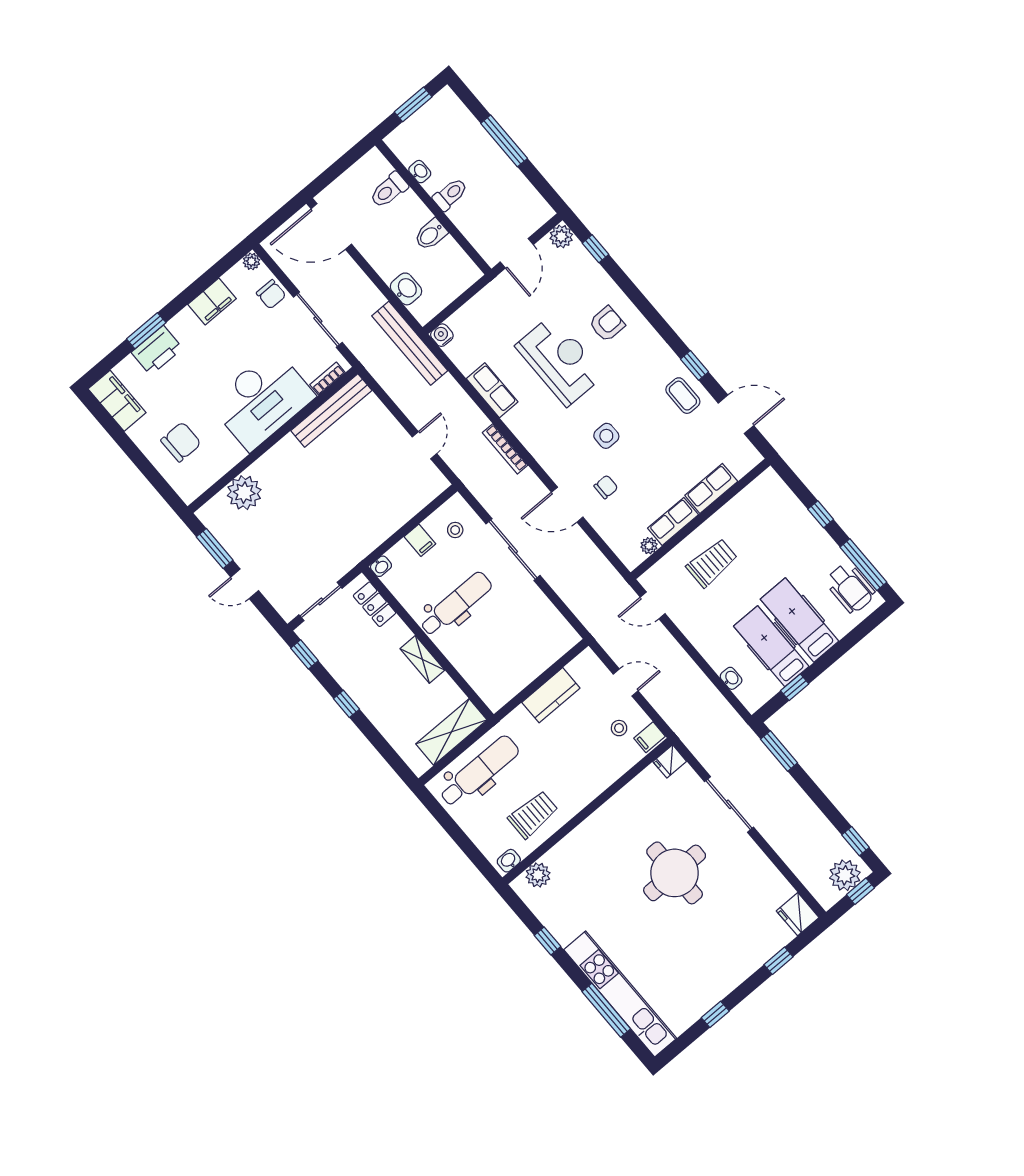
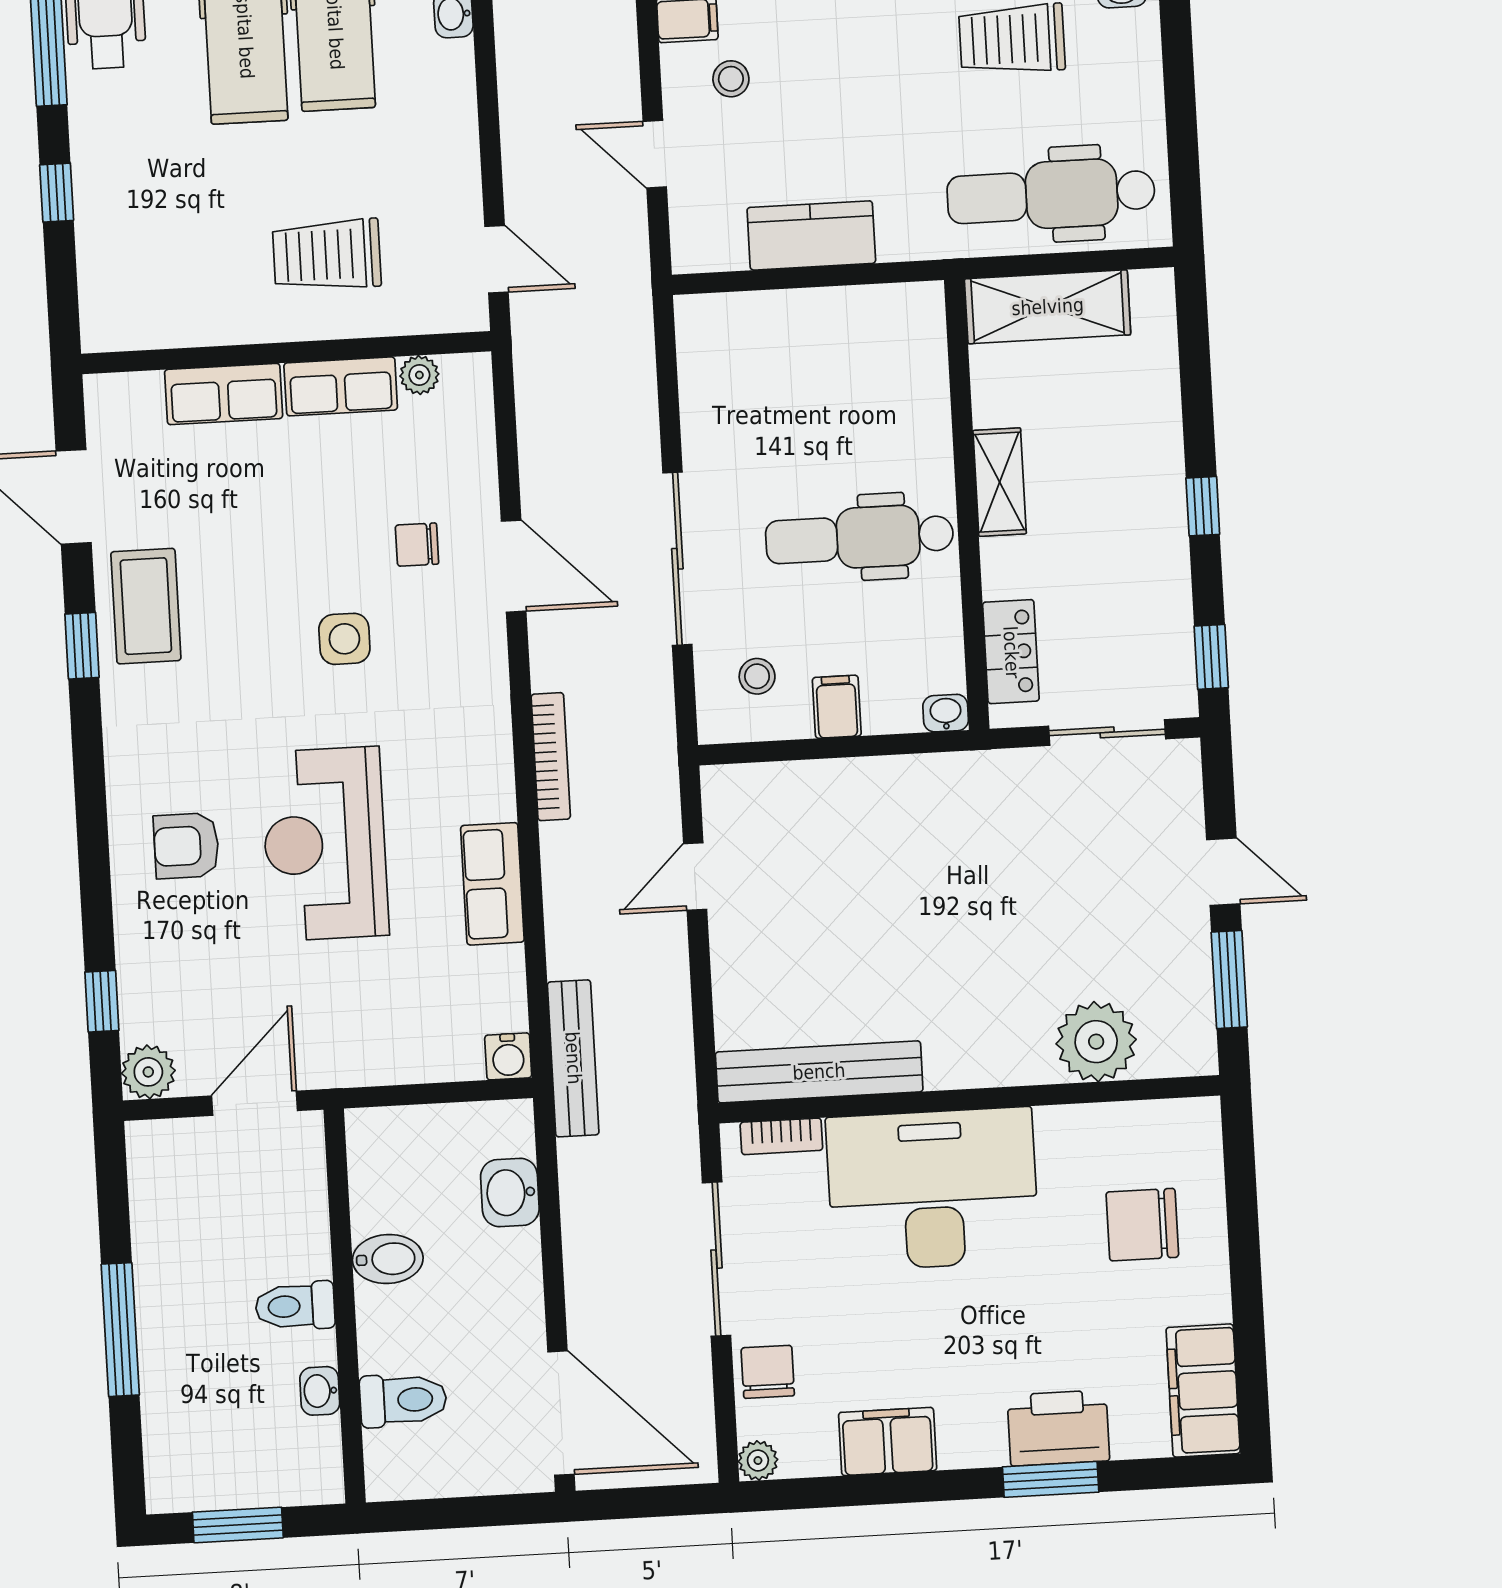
bench: (410, 343) -> (573, 1058), width x0.73, depth x0.82
coffee table: (683, 396) -> (146, 606), width x1.36, depth x1.30

